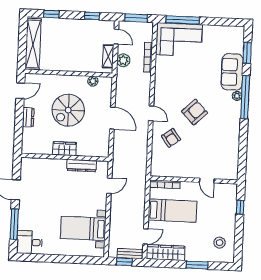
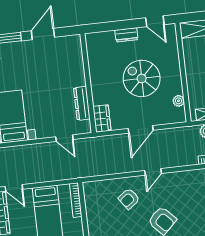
wardrobe: (64, 149) -> (102, 118), moved

